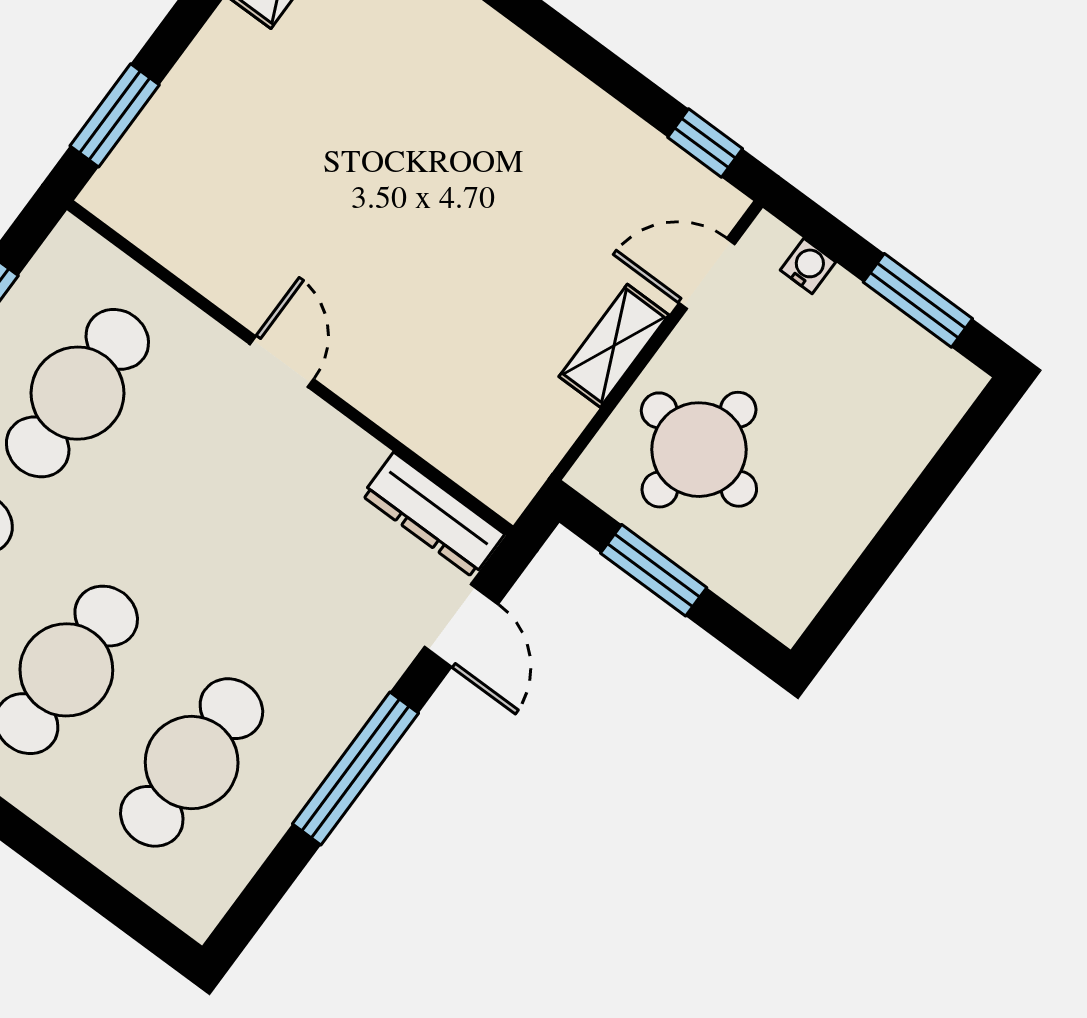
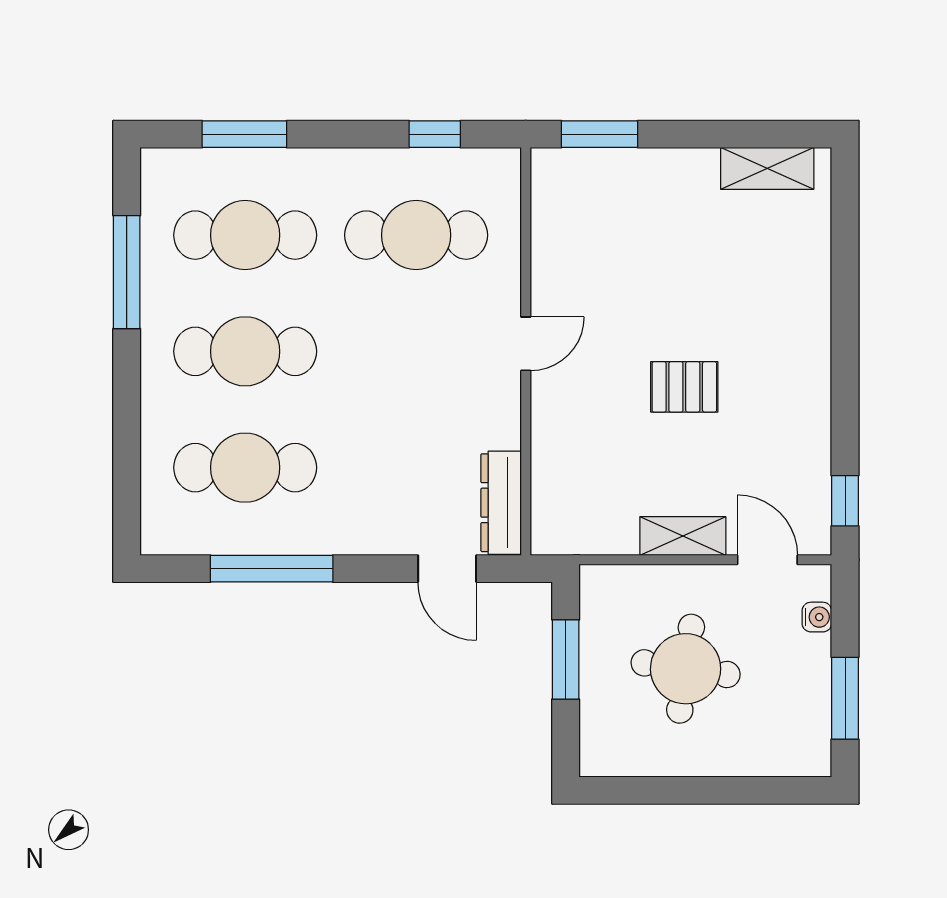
pallet: (455, 225) -> (684, 387), added
round table: (699, 450) -> (686, 669), moved
door: (461, 625) -> (447, 569), hinge flipped
window: (355, 768) -> (272, 569), moved

